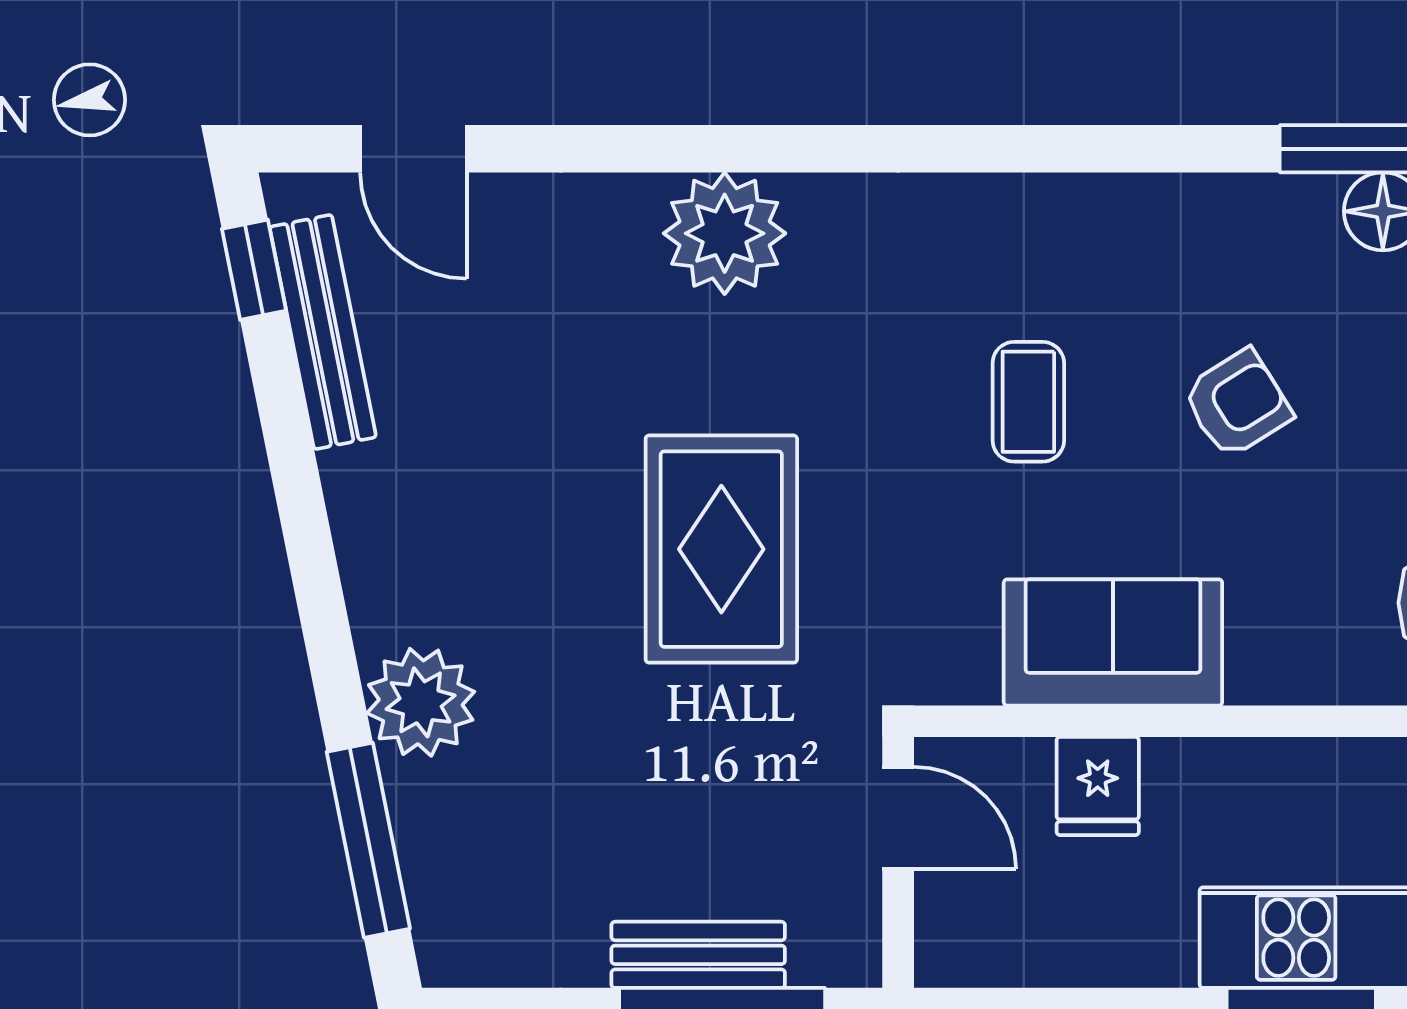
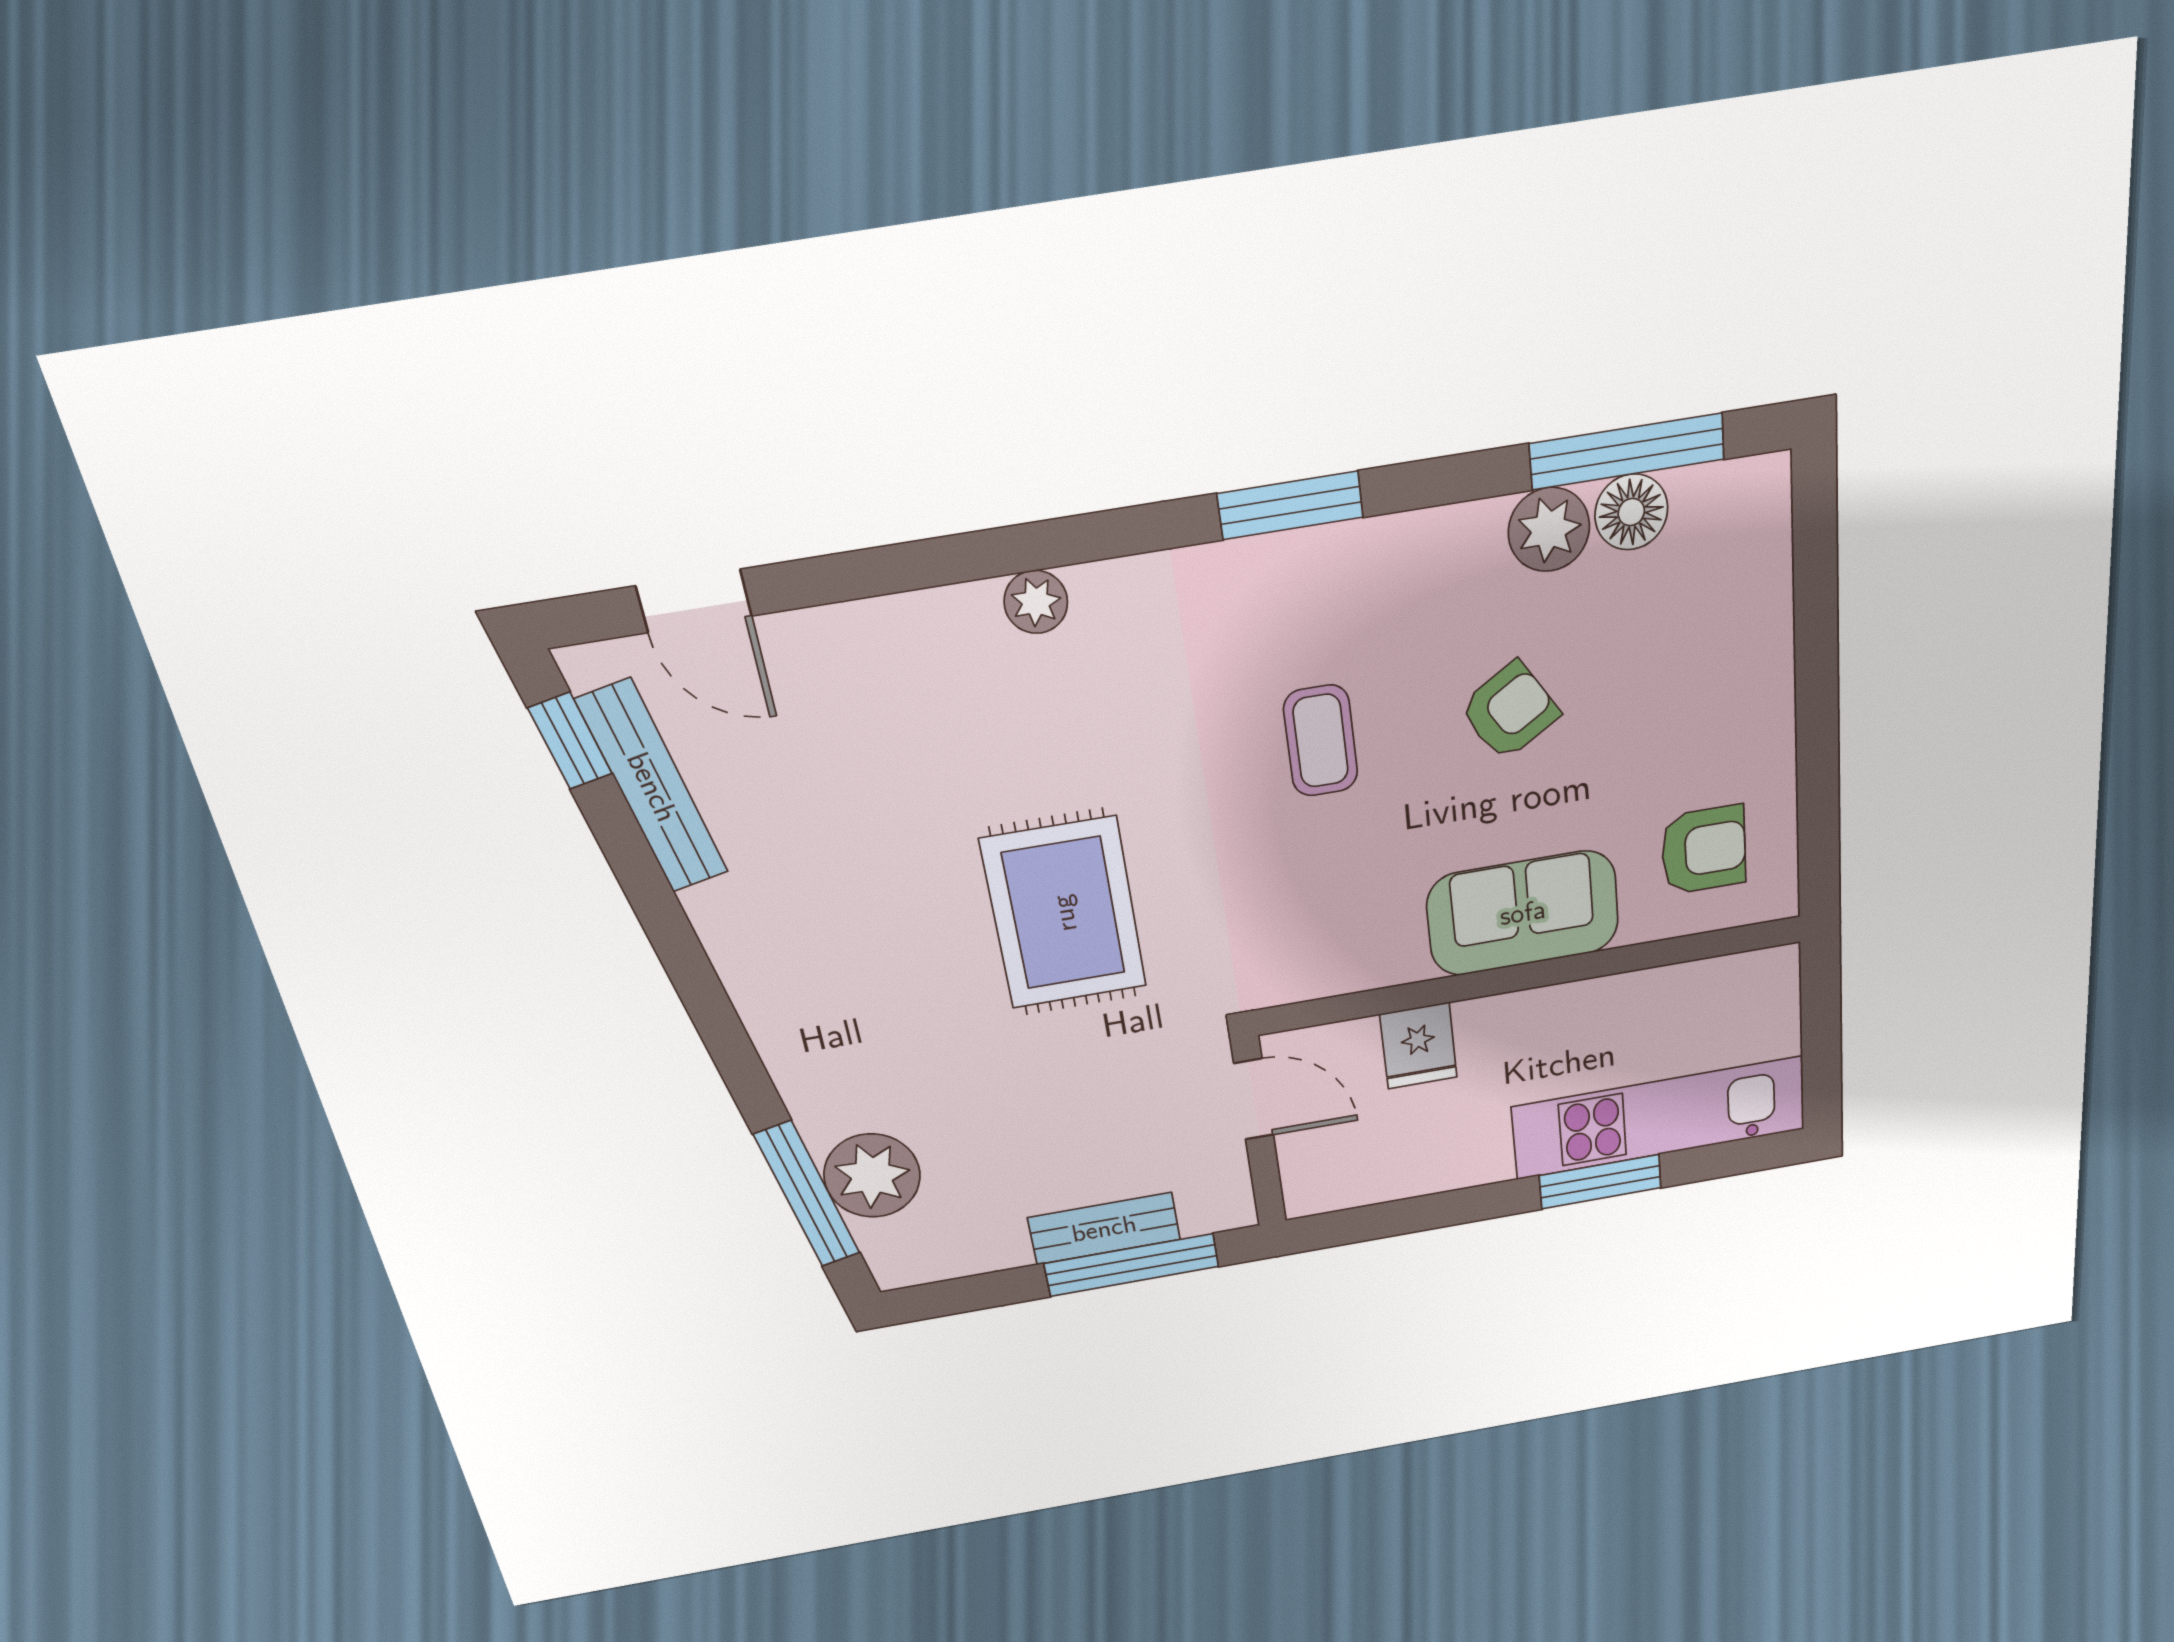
window: (1027, 149) -> (1290, 505), added
plant: (1294, 216) -> (1549, 530), added
plant: (725, 233) -> (1036, 602), width x0.53, depth x0.53
sofa: (1113, 642) -> (1523, 913), moved
plant: (421, 702) -> (872, 1176), moved

